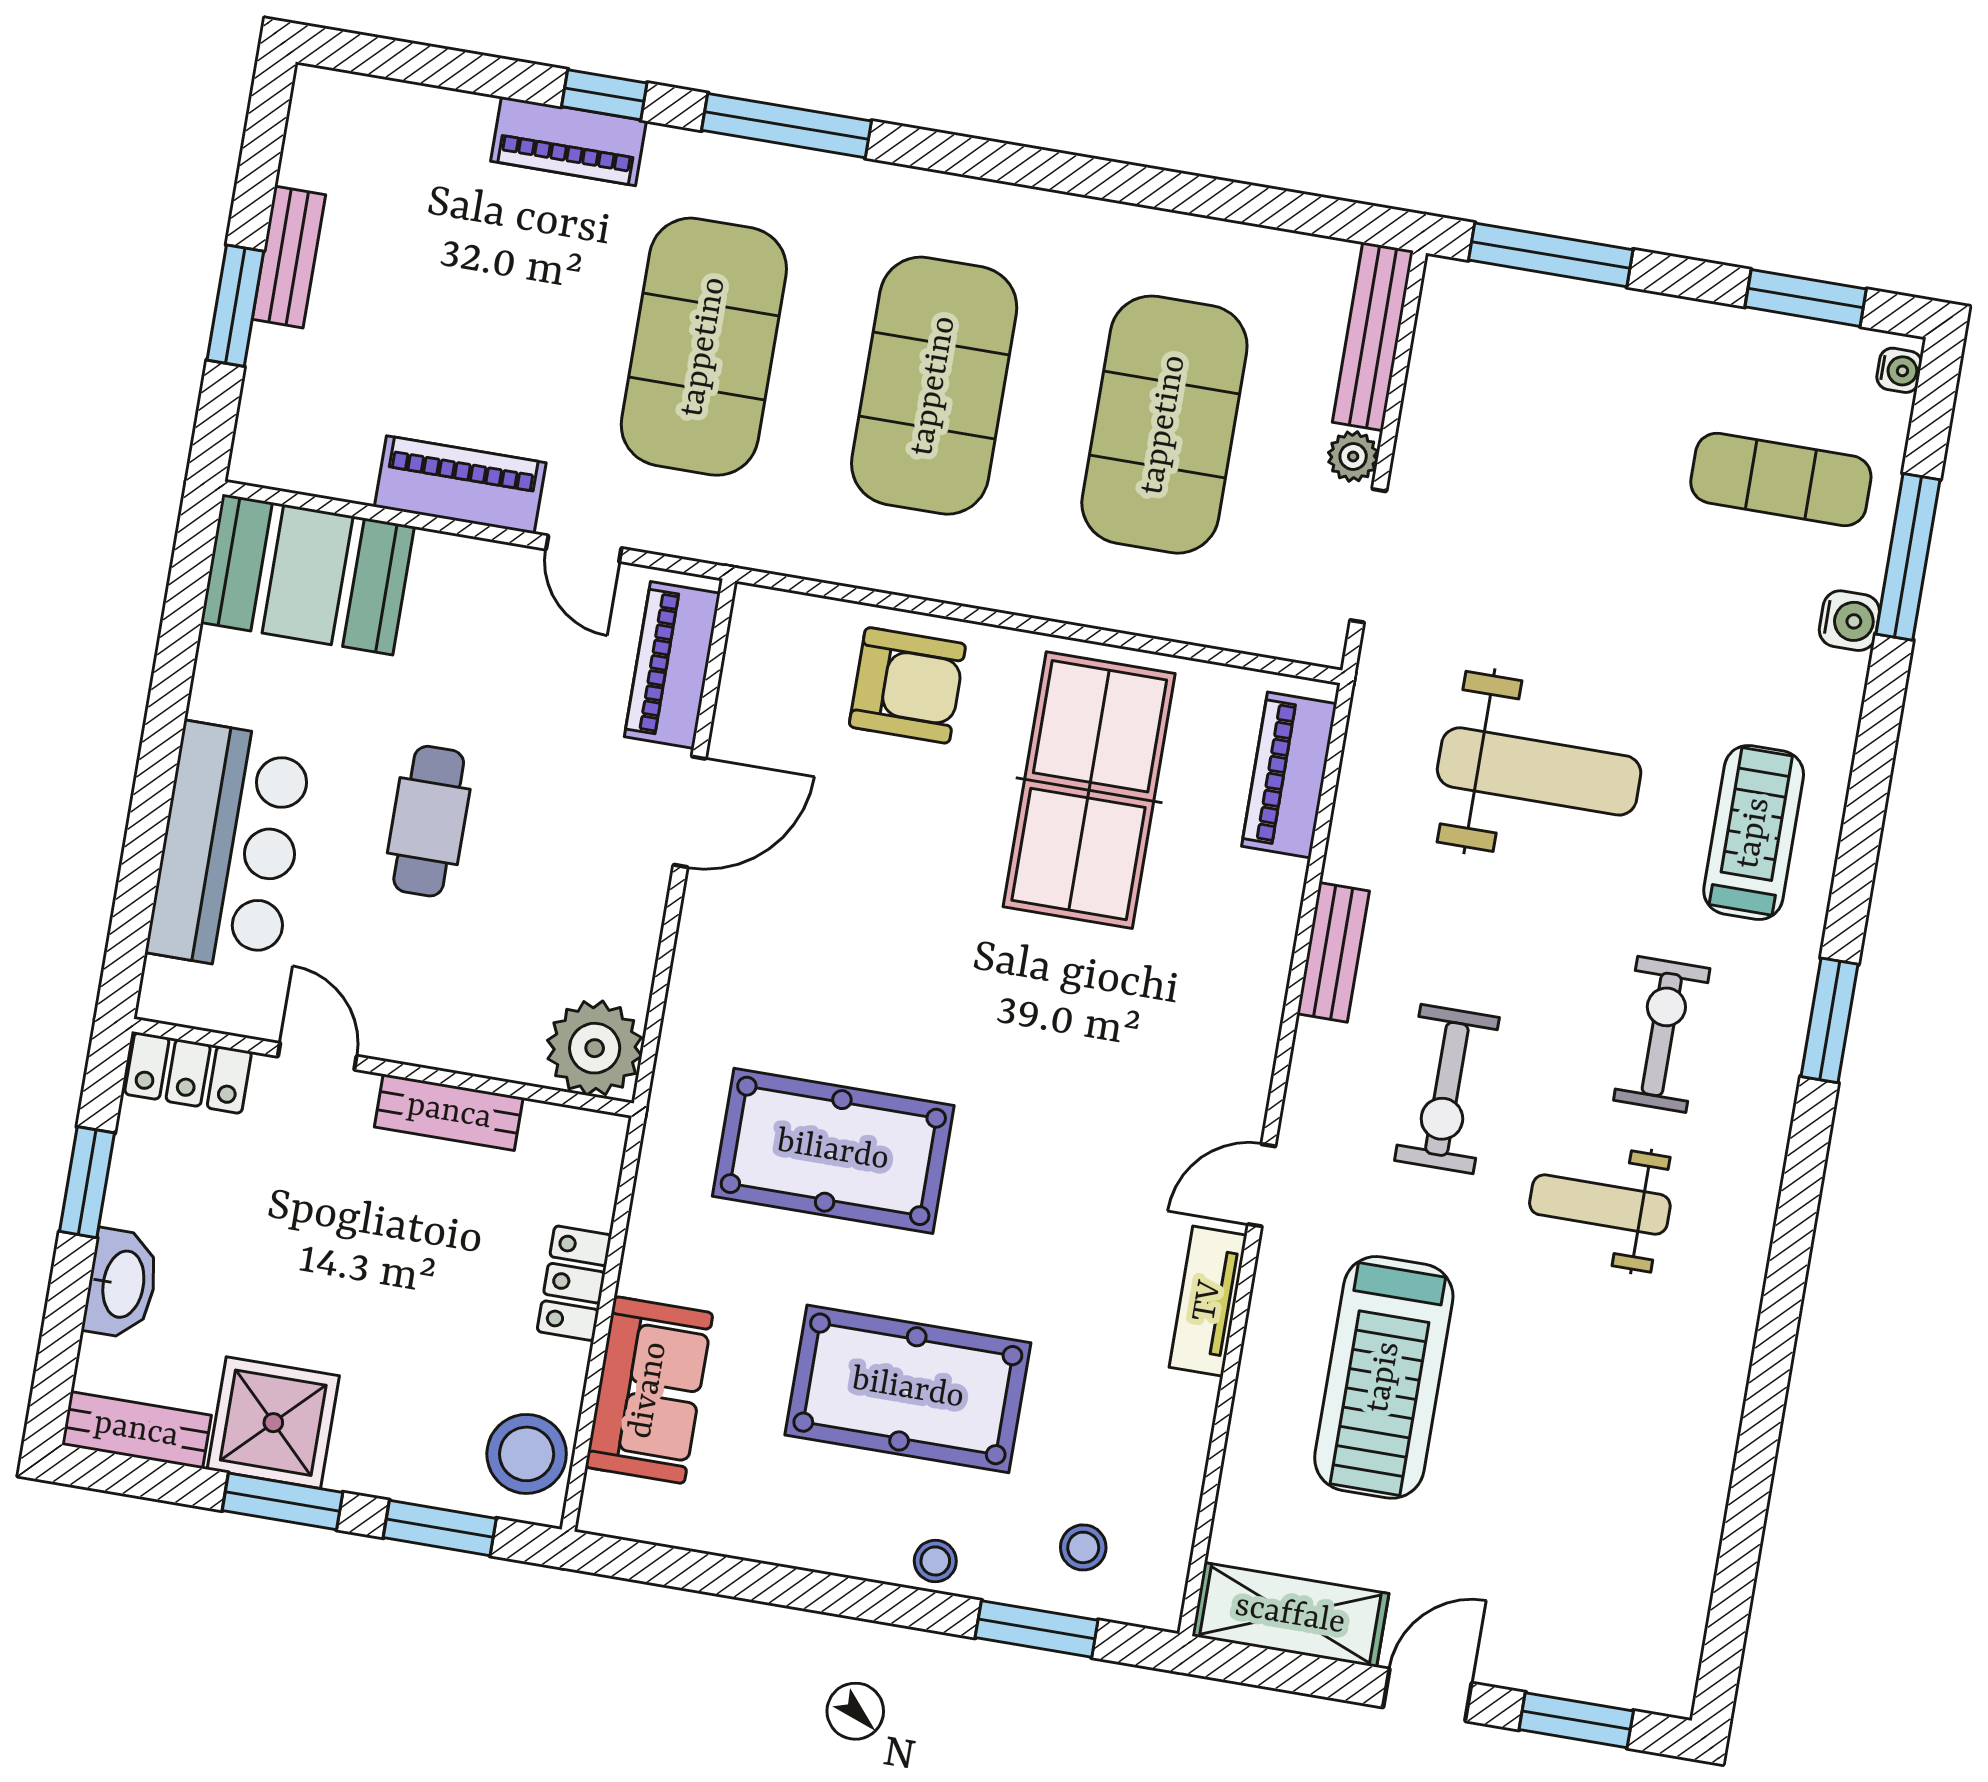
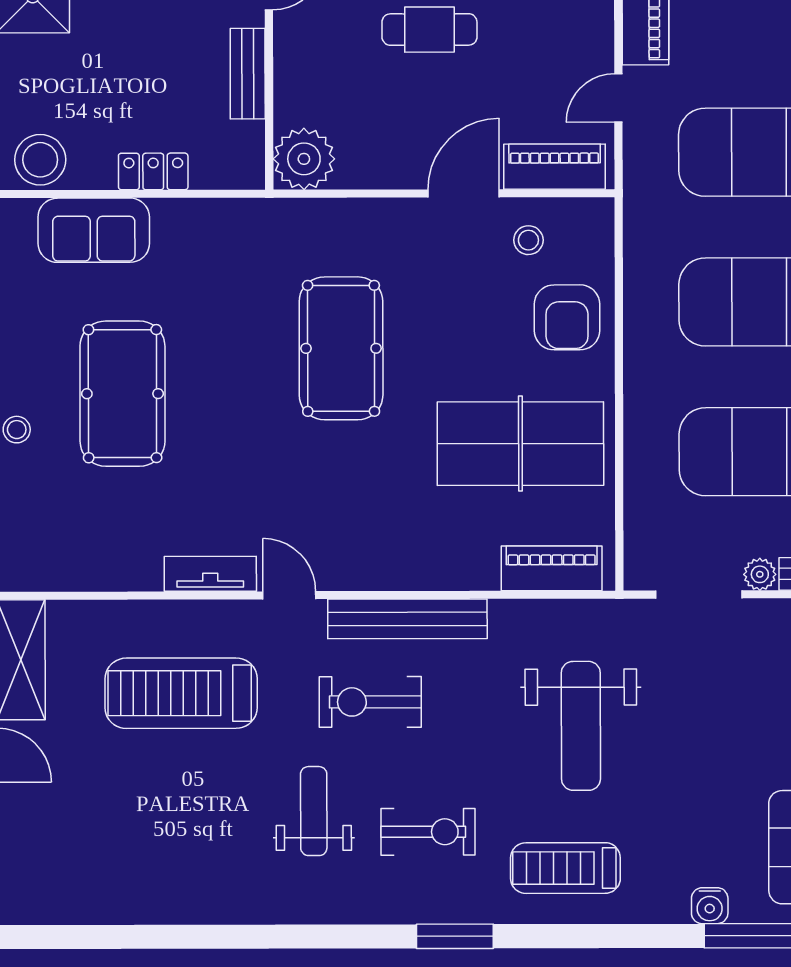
door: (690, 812) -> (464, 193), swing flipped
treadmill: (1754, 833) -> (565, 868), turned 180
bench: (1333, 952) -> (407, 619), width x1.86, depth x1.21
pool table: (833, 1151) -> (341, 348), moved
stool: (1083, 1547) -> (528, 240), moved

